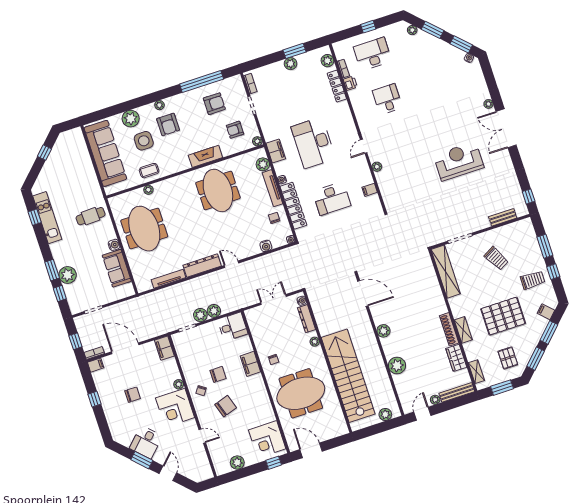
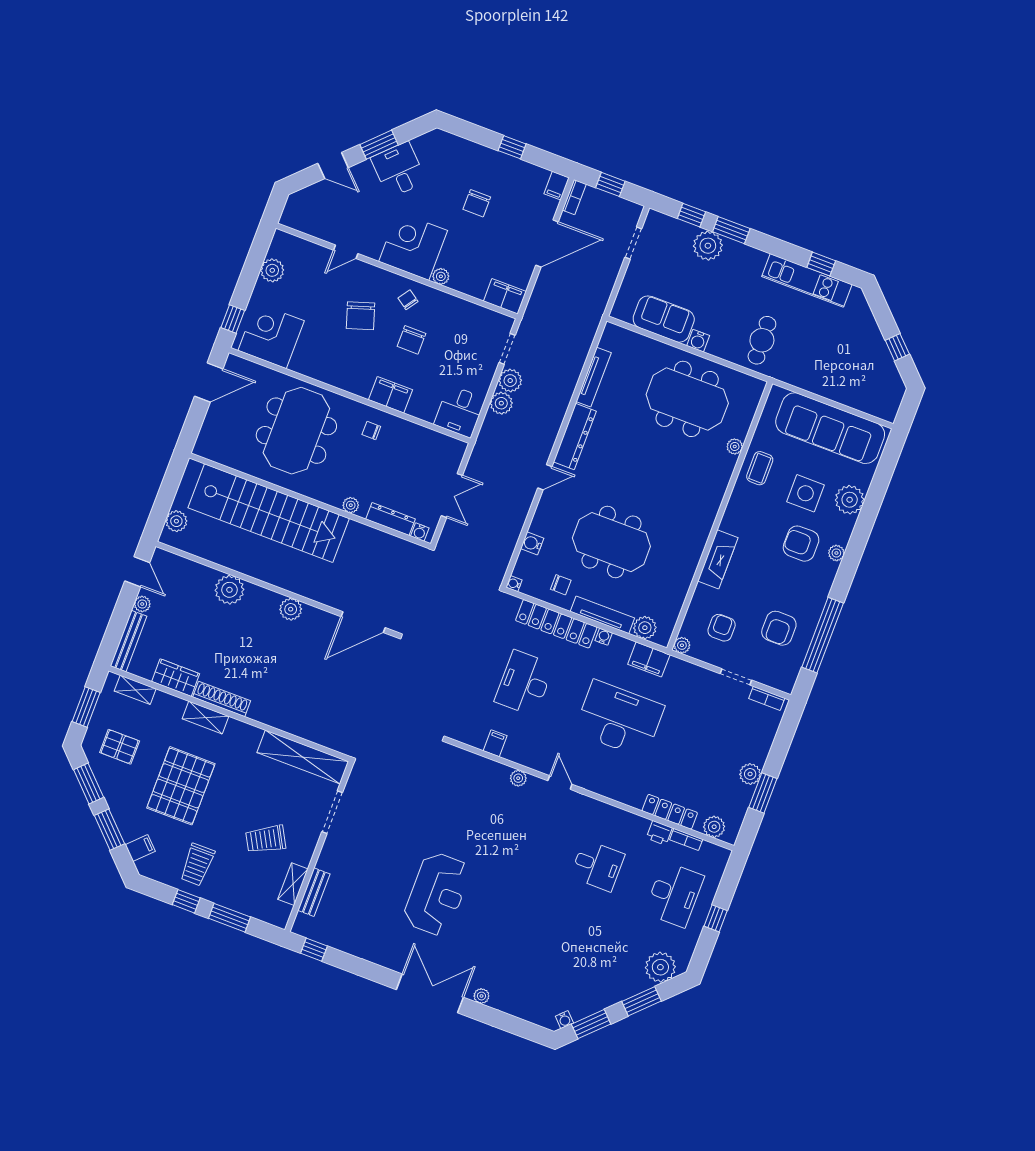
plant: (412, 30) -> (660, 967), width x1.88, depth x1.88
meeting table: (218, 190) -> (611, 542), moved
shelving: (507, 230) -> (293, 884), added

